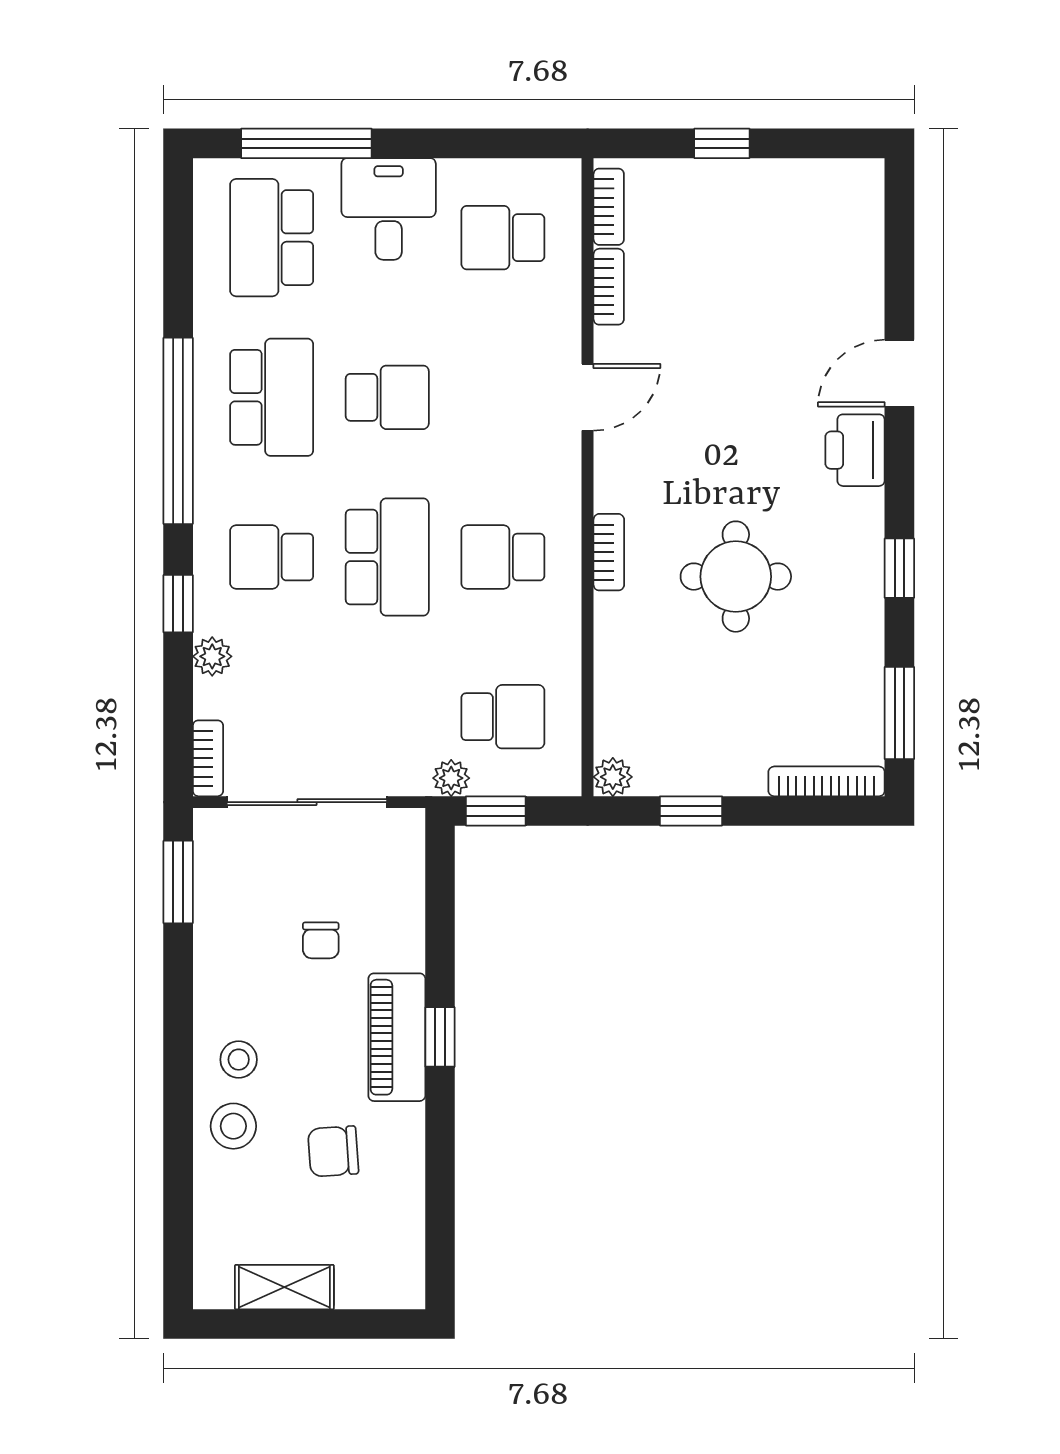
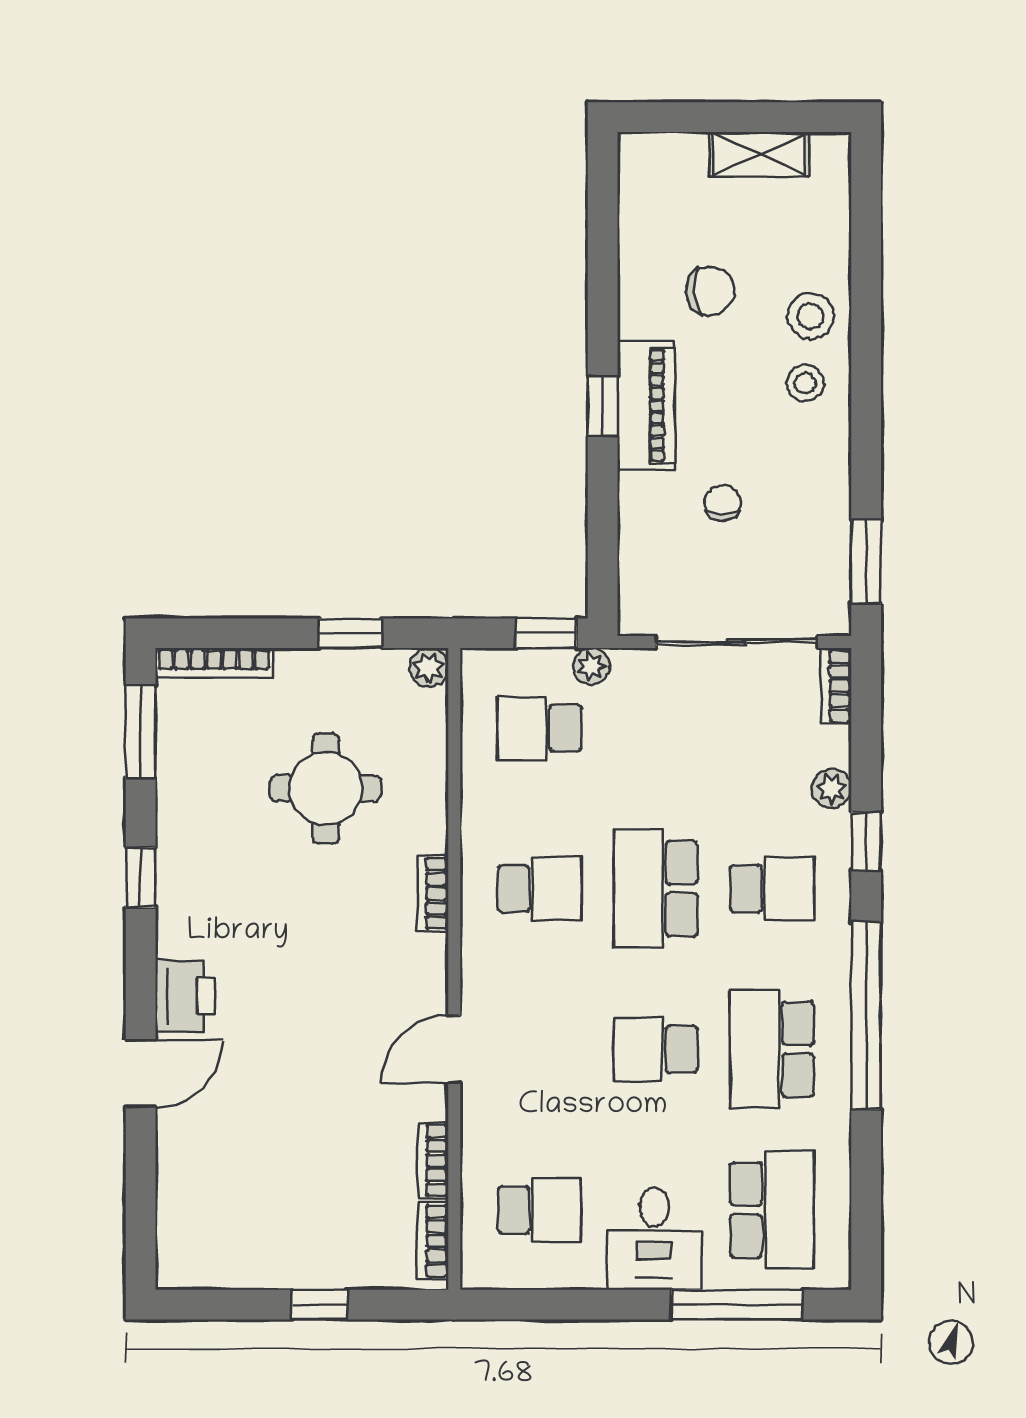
round table: (736, 577) -> (326, 788), moved

